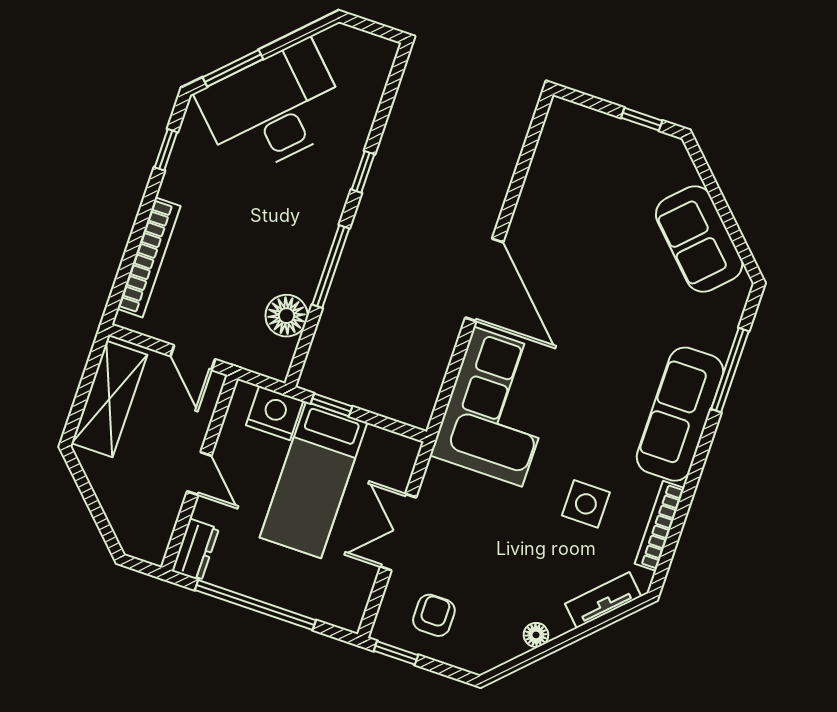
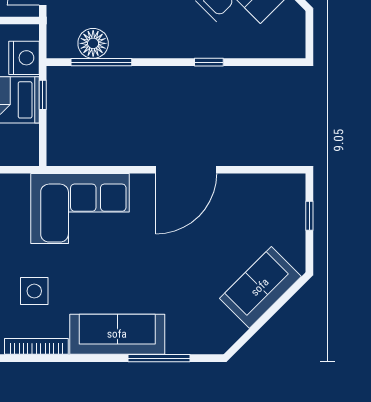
window: (642, 119) -> (309, 216), moved
sofa: (699, 239) -> (260, 287), moved
window: (331, 267) -> (101, 62), moved
door: (484, 280) -> (186, 170), moved

